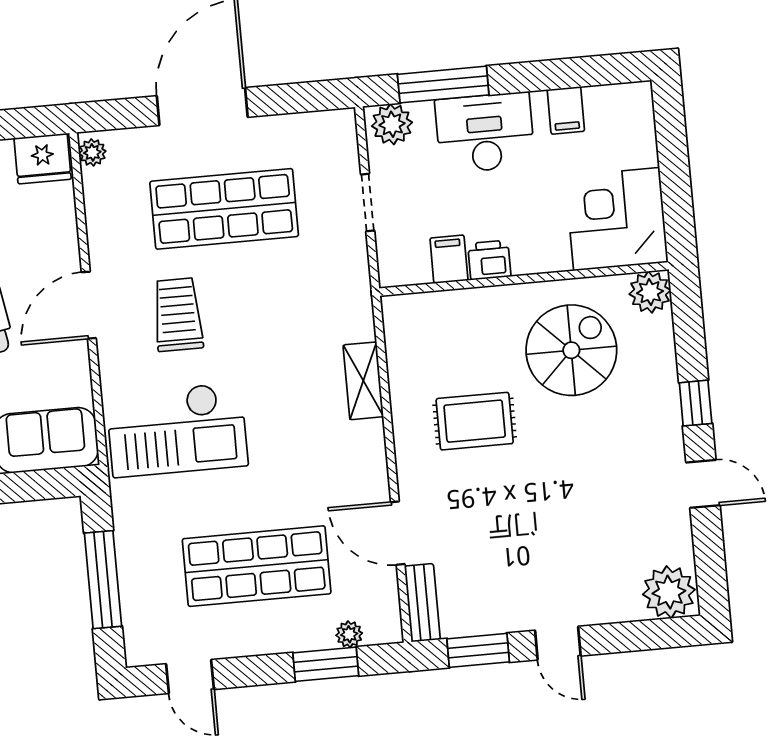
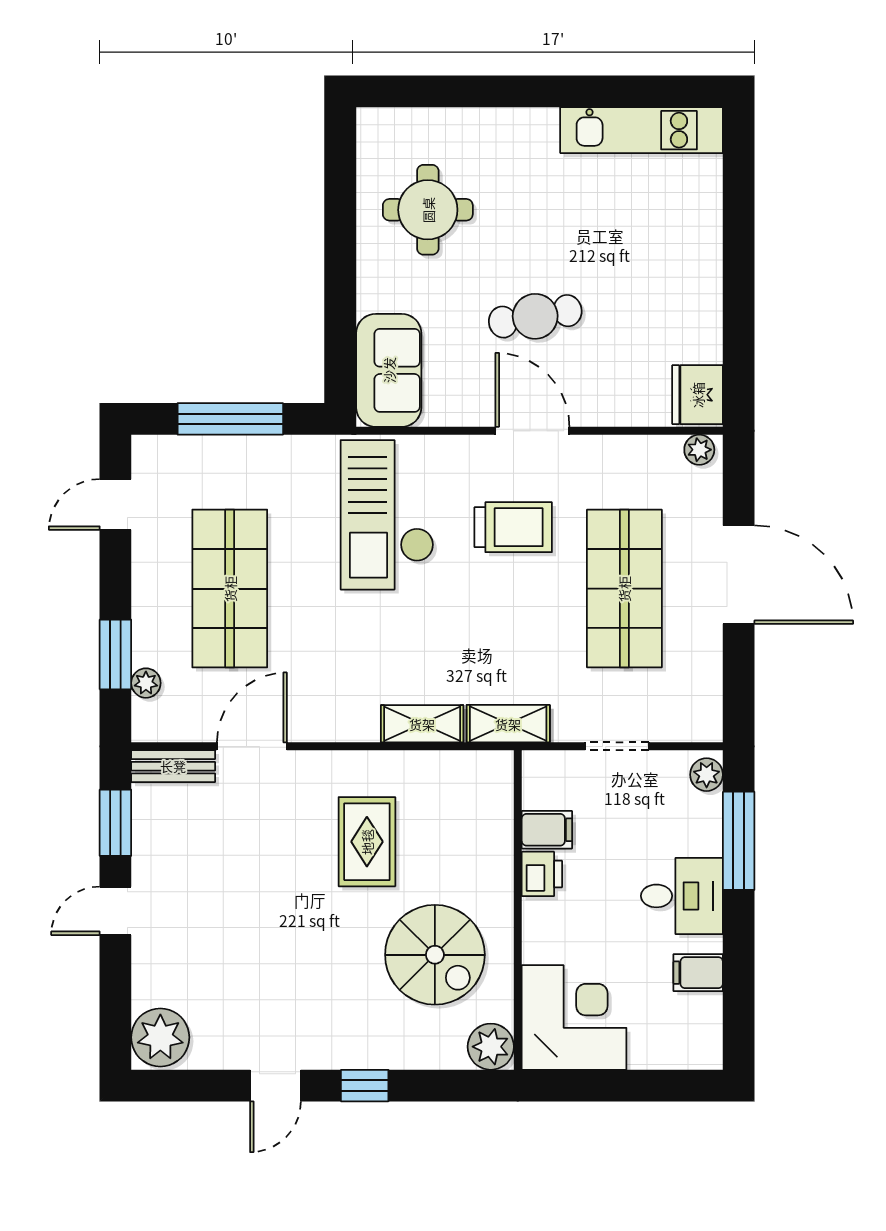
plant: (392, 124) -> (707, 775), width x0.73, depth x0.73
desk: (485, 133) -> (682, 896), width x0.73
shelving: (356, 303) -> (508, 724), added

